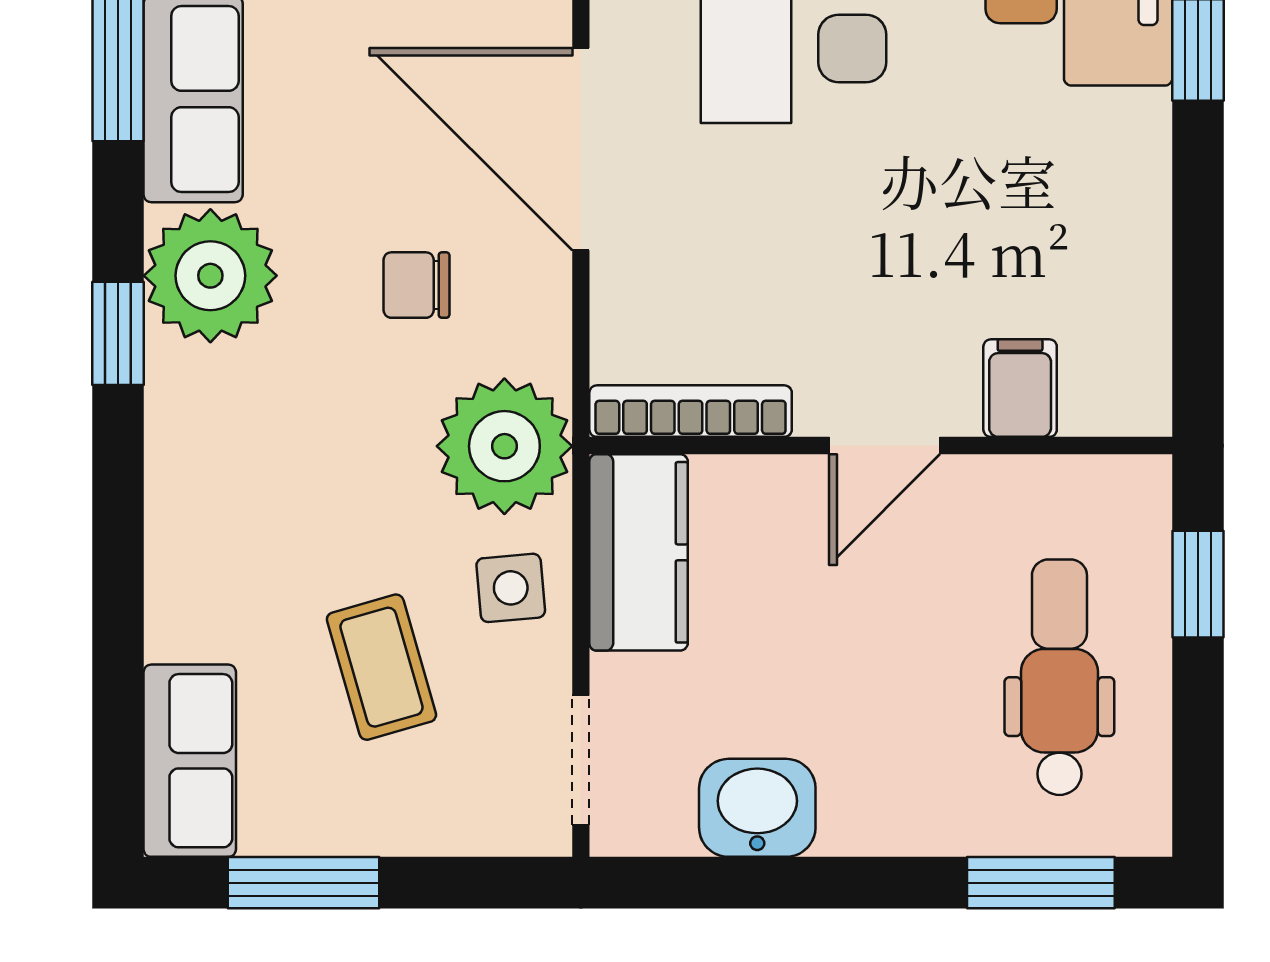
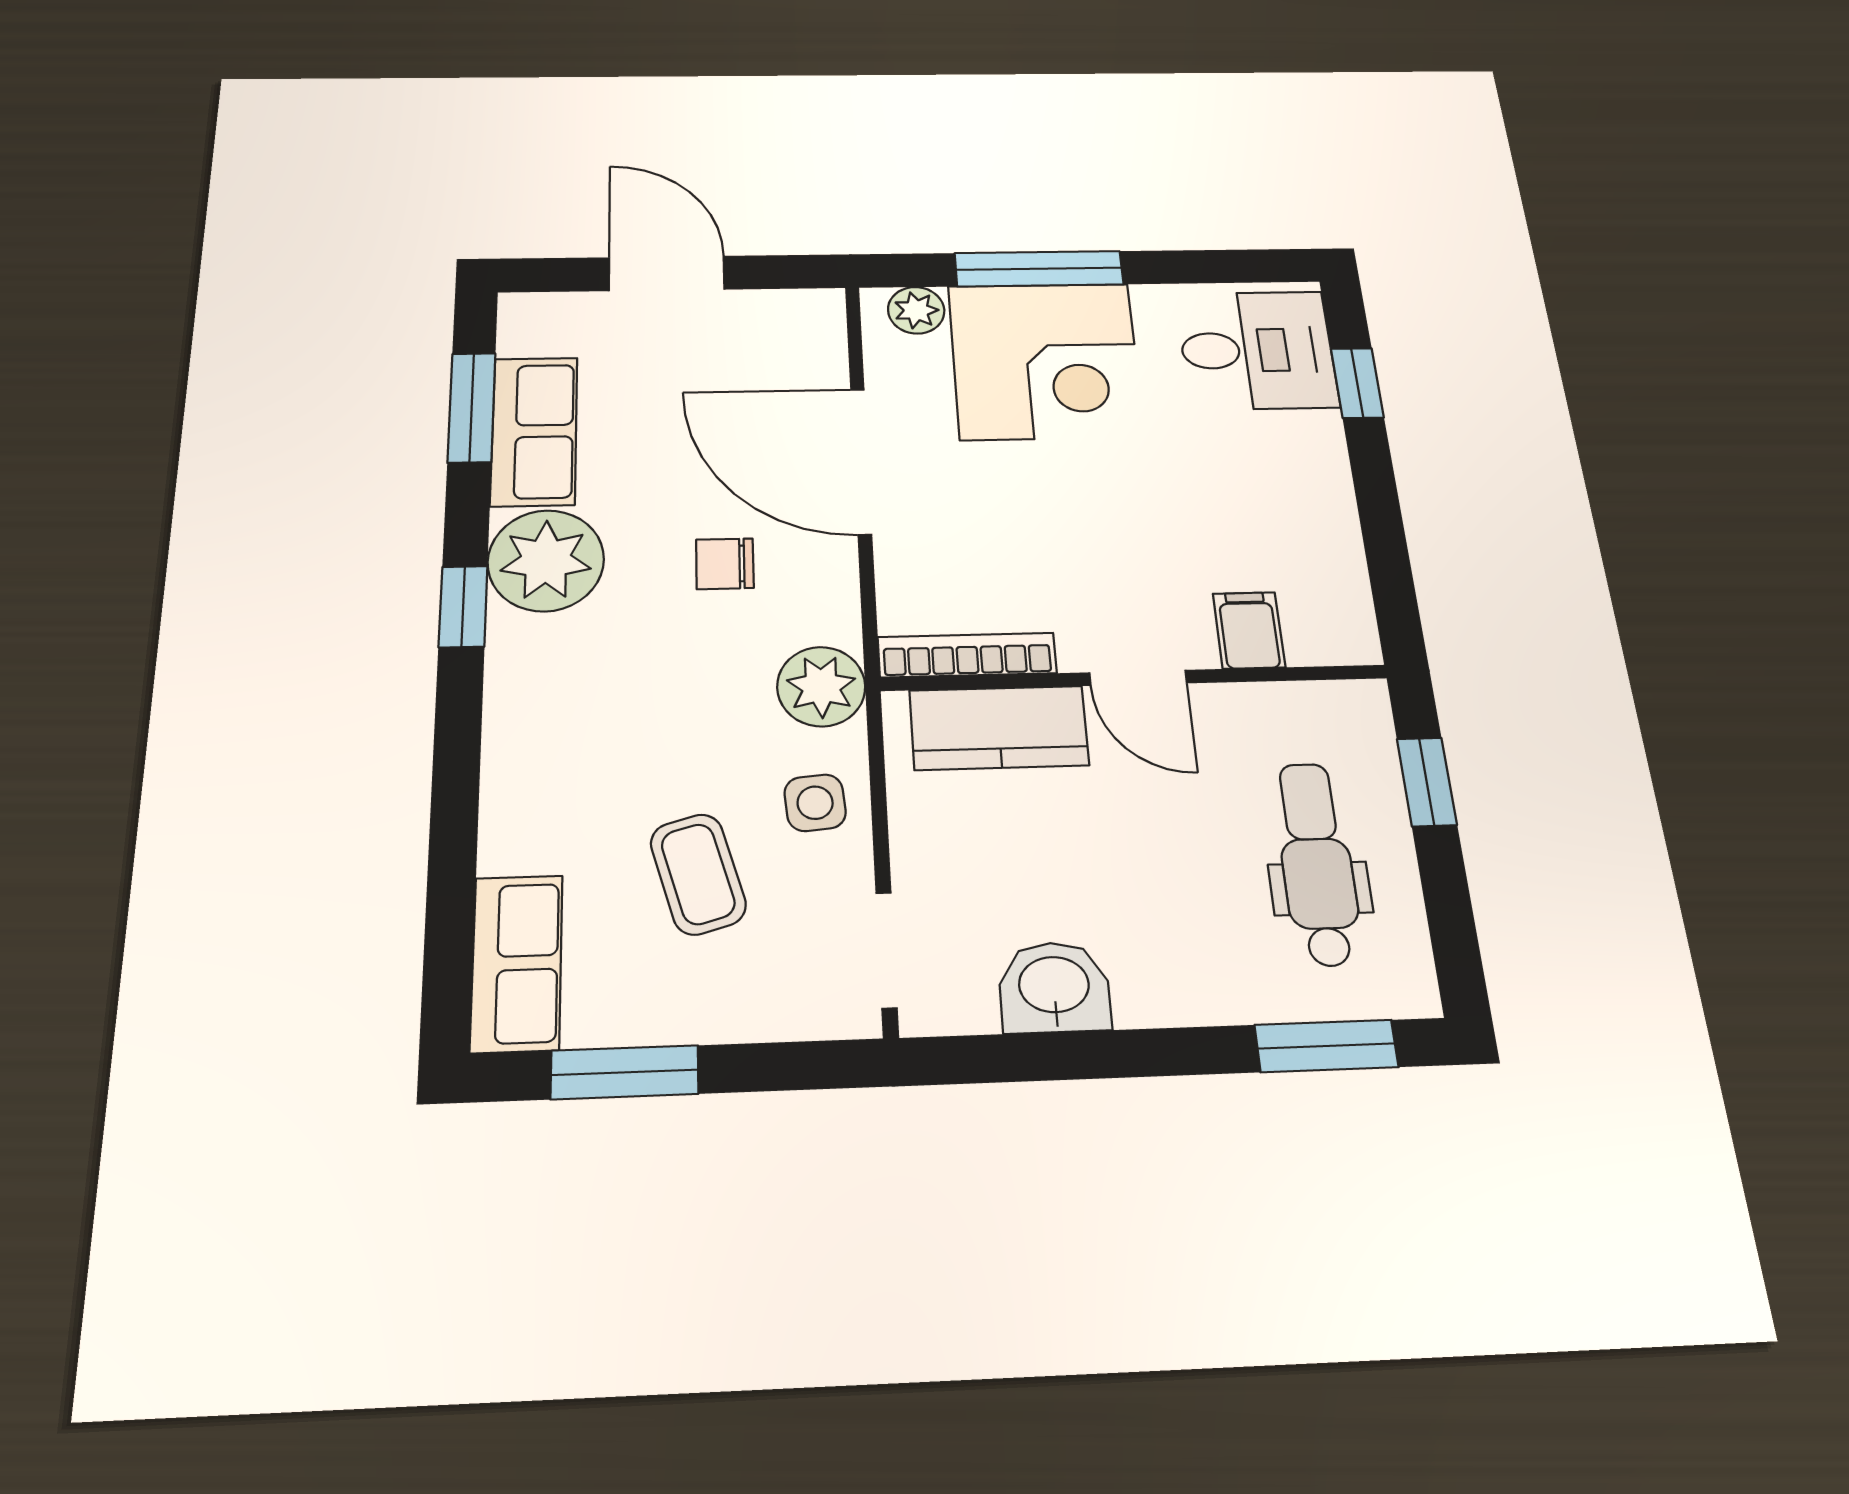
plant: (504, 446) -> (821, 687), width x0.73, depth x0.73
door: (885, 446) -> (1138, 678), hinge flipped
kitchen counter: (639, 552) -> (999, 728), moved, turned 90

